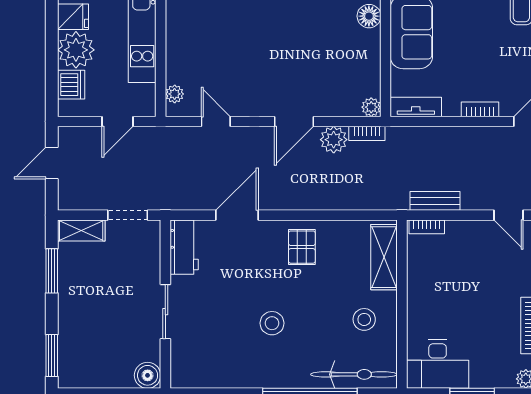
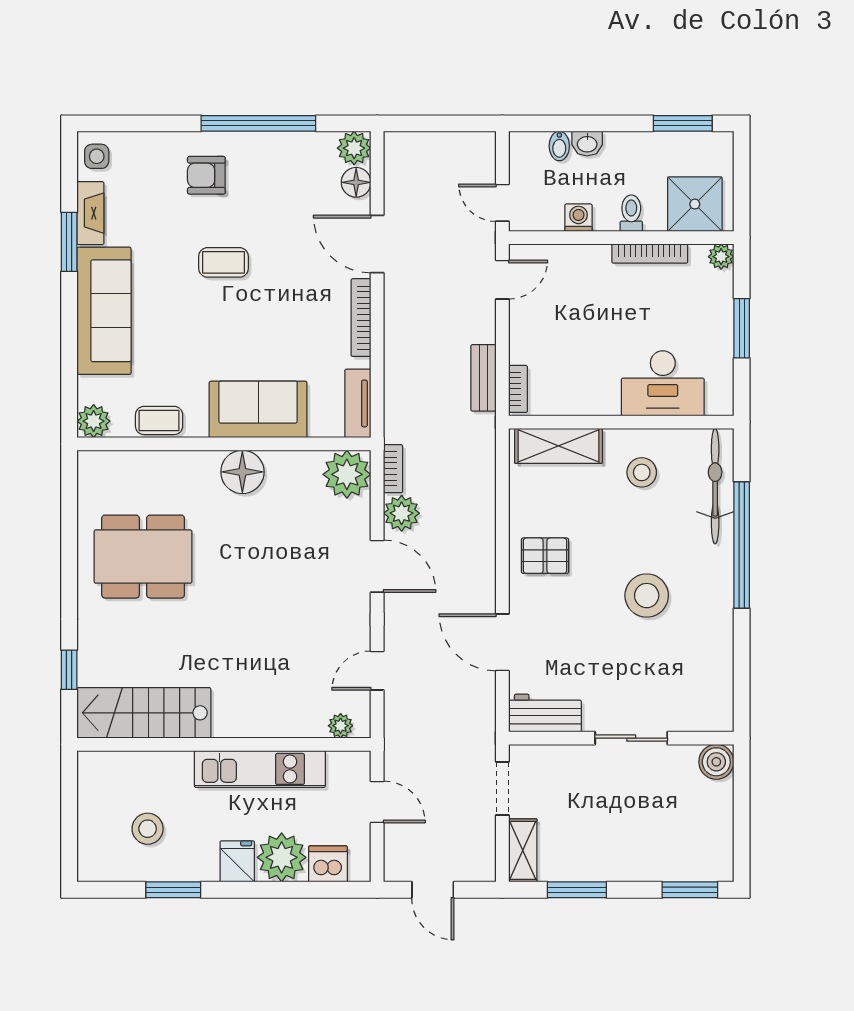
floor lamp: (369, 16) -> (242, 472), width x1.38, depth x1.38
plant: (371, 107) -> (347, 474), width x1.88, depth x1.88
bookcase: (480, 109) -> (361, 318), width x1.56
stool: (272, 323) -> (647, 596), width x1.38, depth x1.38
desk: (438, 364) -> (663, 383), moved, turned 90

